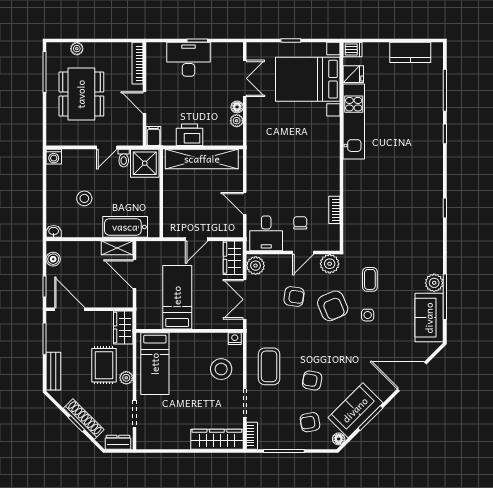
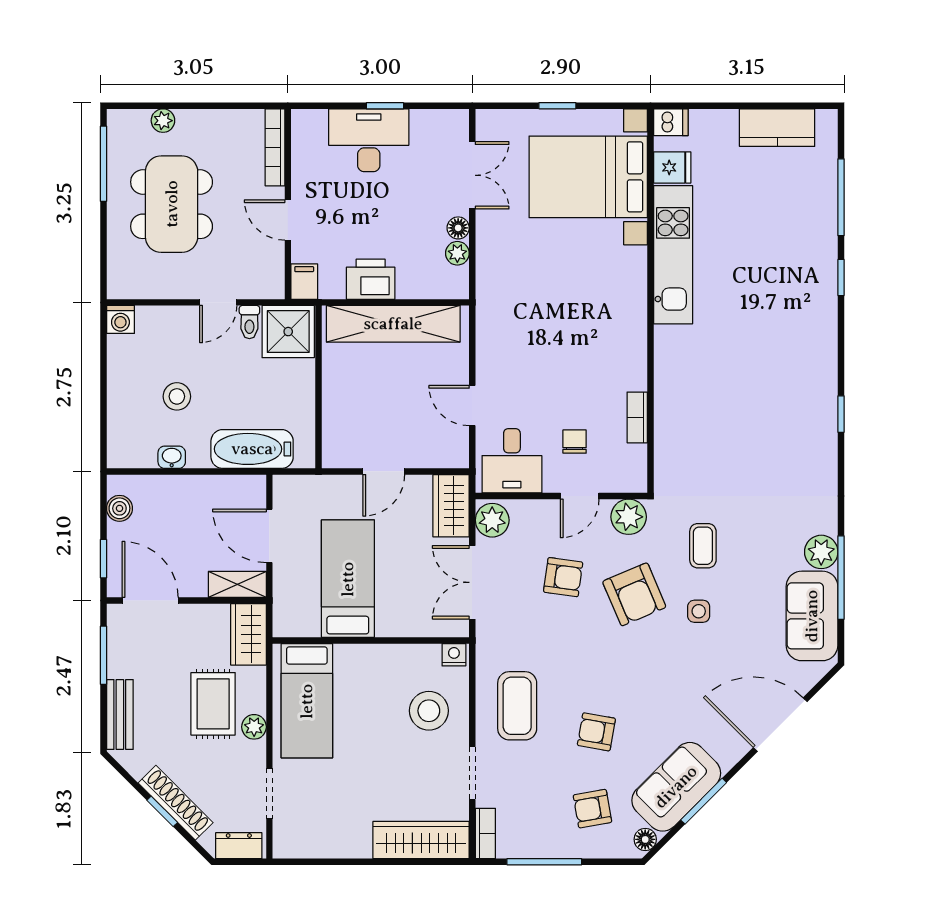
washbasin: (54, 231) -> (172, 457), moved
shelving: (117, 248) -> (237, 584), moved

